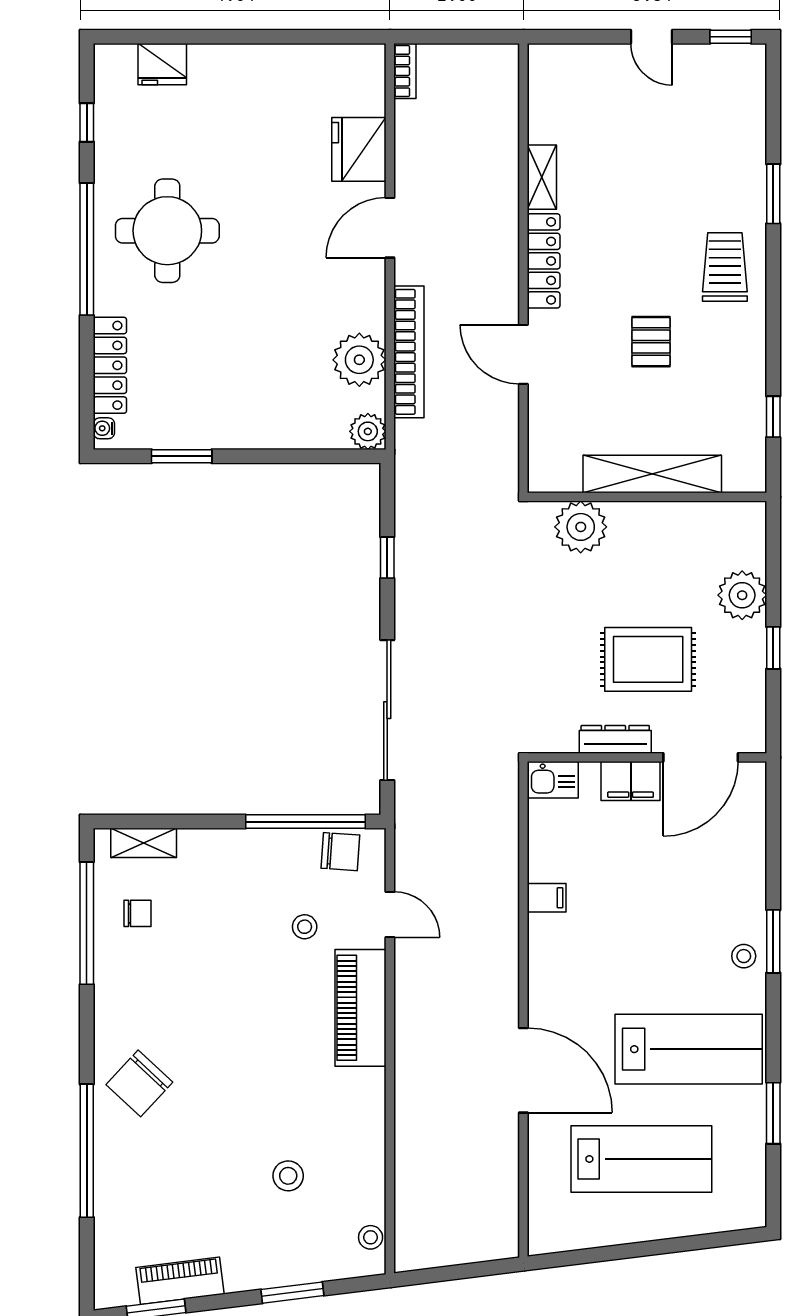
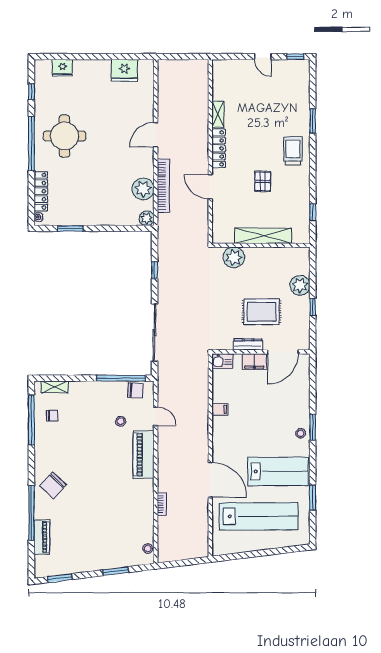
bookcase: (405, 71) -> (162, 504), moved
fridge: (359, 149) -> (125, 70), moved, turned -90
lab bench: (641, 1159) -> (259, 516), width x1.36
stool: (288, 1176) -> (114, 523), removed
piano: (180, 1281) -> (42, 537), moved, turned 97

